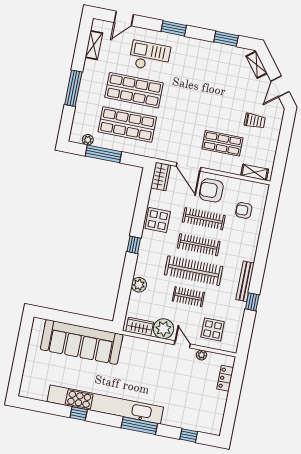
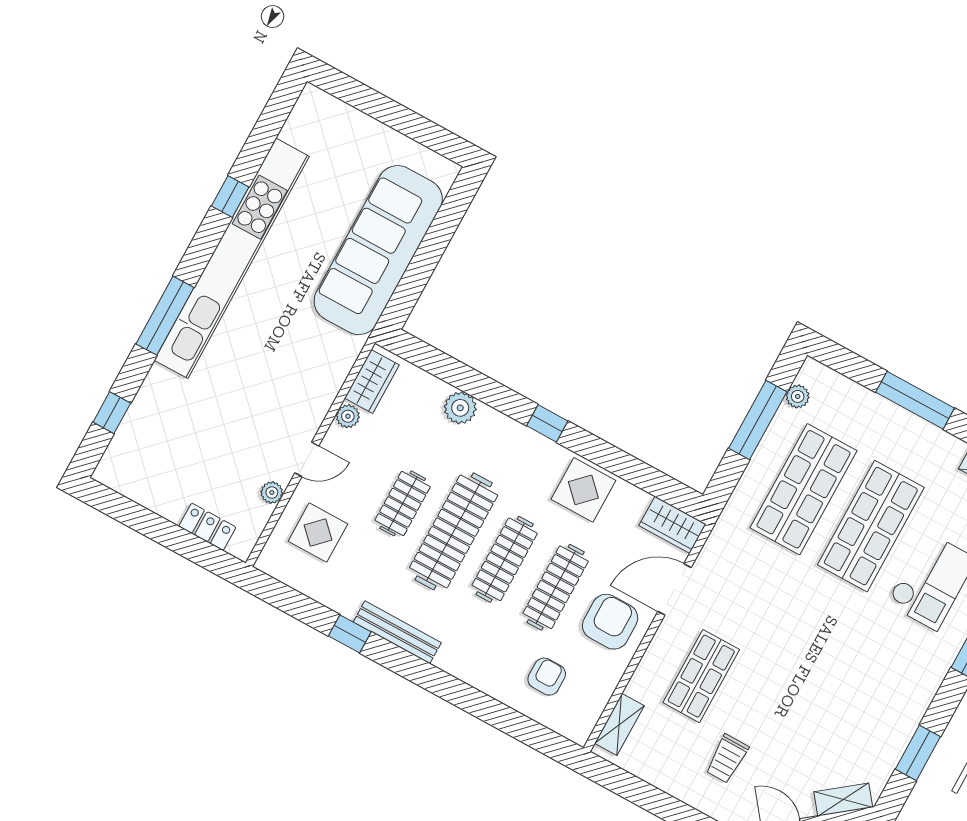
plant: (163, 329) -> (348, 416), width x0.53, depth x0.53

